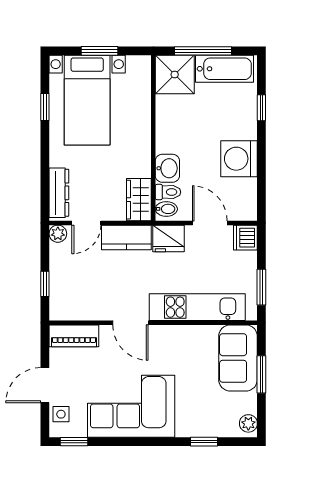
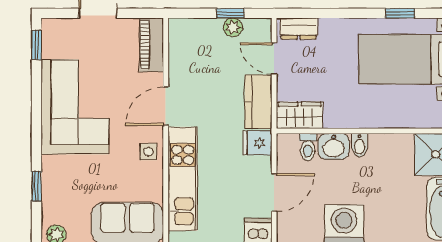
dresser: (59, 193) -> (299, 29), width x0.70
bidet: (166, 209) -> (360, 145), moved
plant: (58, 234) -> (233, 27), moved
fridge: (168, 238) -> (257, 143), width x0.72
window: (45, 284) -> (230, 13), moved
side table: (61, 414) -> (148, 152), moved

